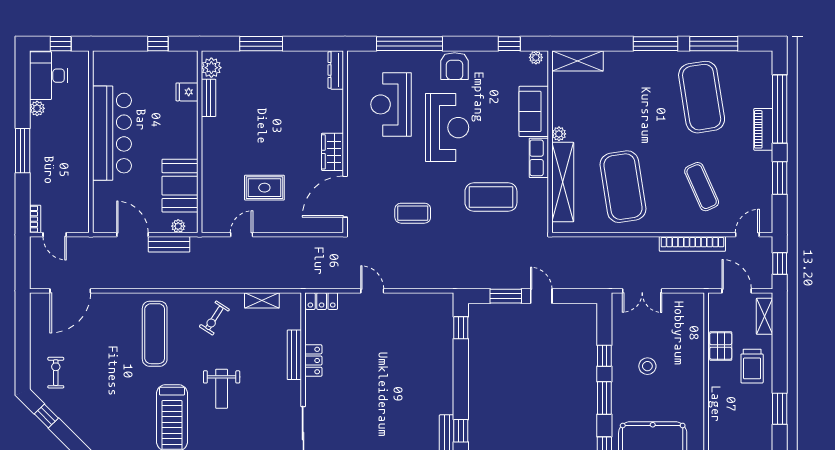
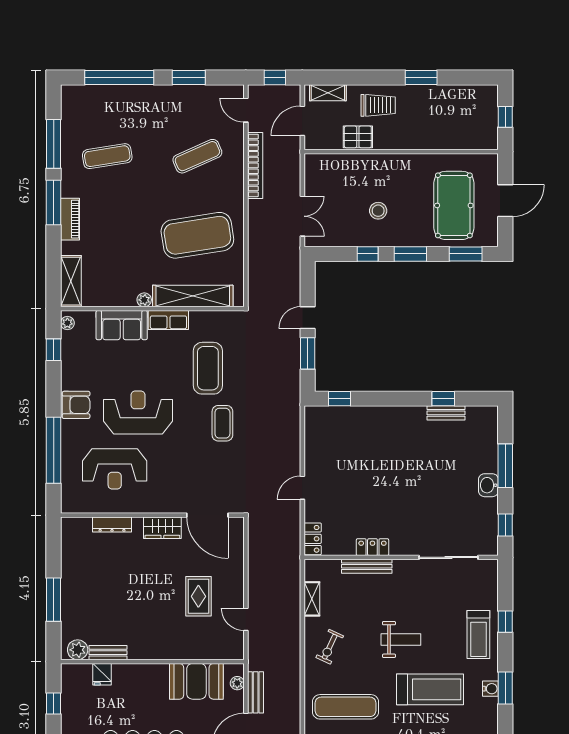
dresser: (336, 70) -> (112, 524), moved
exercise mat: (702, 97) -> (107, 156), width x0.50, depth x0.69
piano: (763, 129) -> (70, 219), moved, turned -90
coffee table: (413, 213) -> (222, 423), moved
exercise bike: (214, 318) -> (330, 647), turned 82

